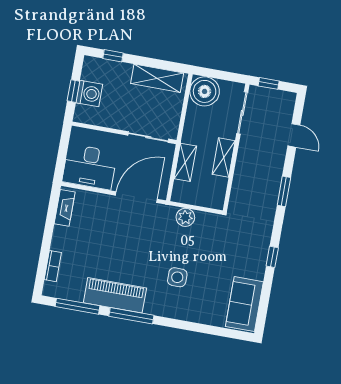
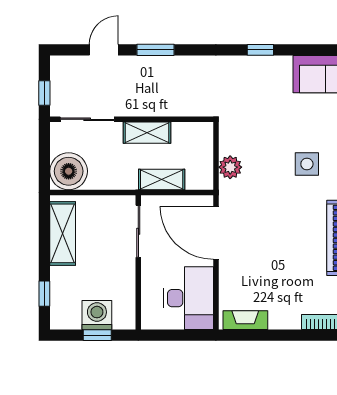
window: (284, 191) -> (156, 50), moved

